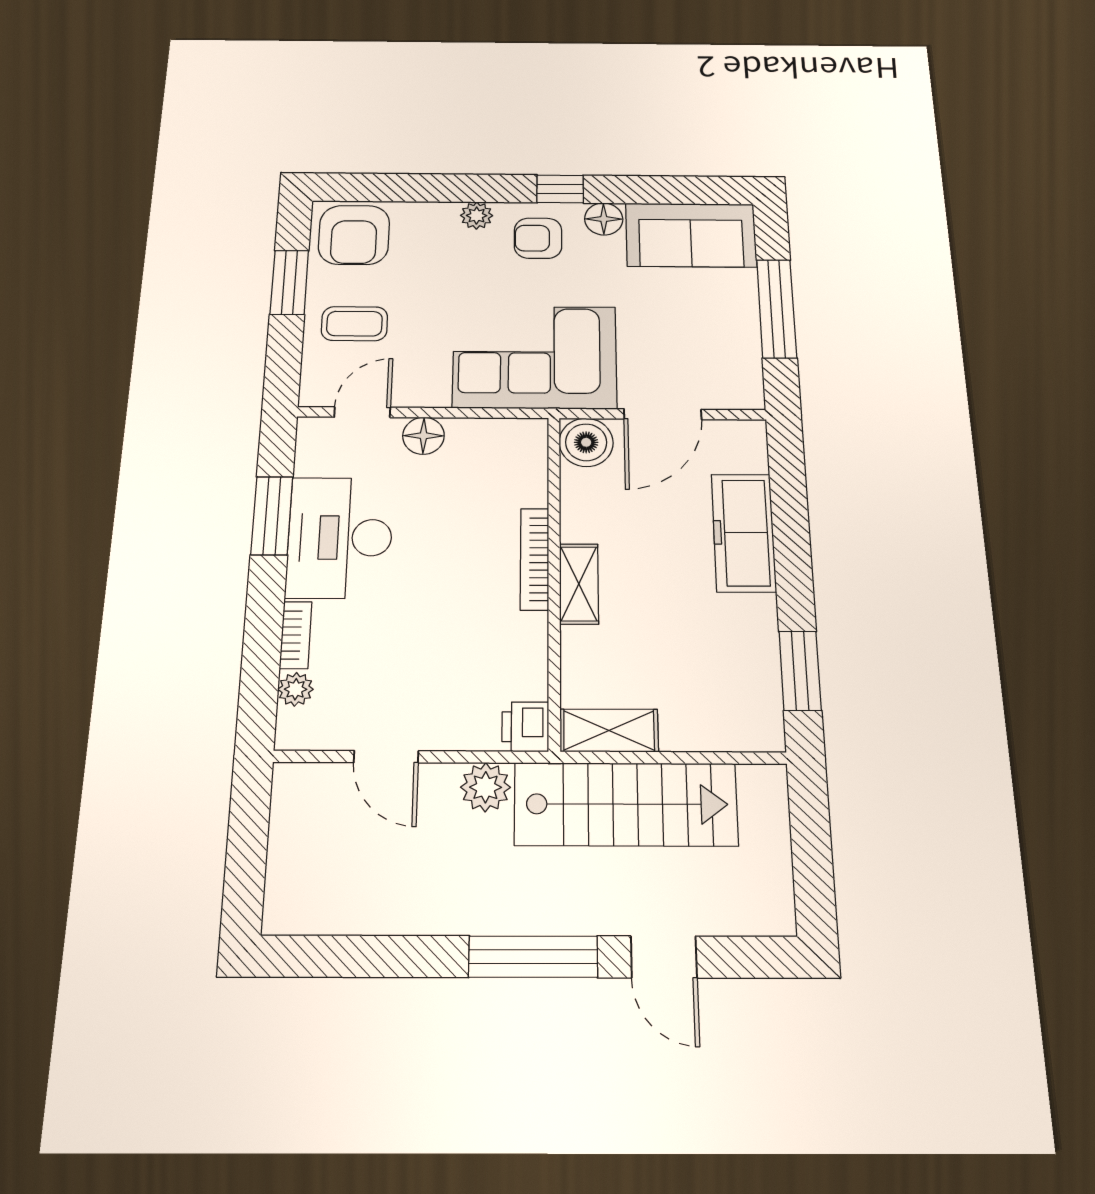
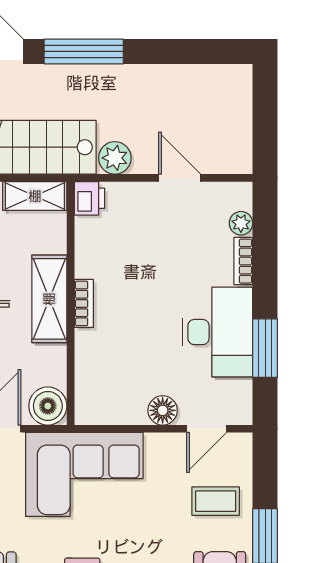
bookcase: (535, 559) -> (84, 303), width x0.64
shelving: (579, 584) -> (49, 299), width x1.50, depth x1.33

